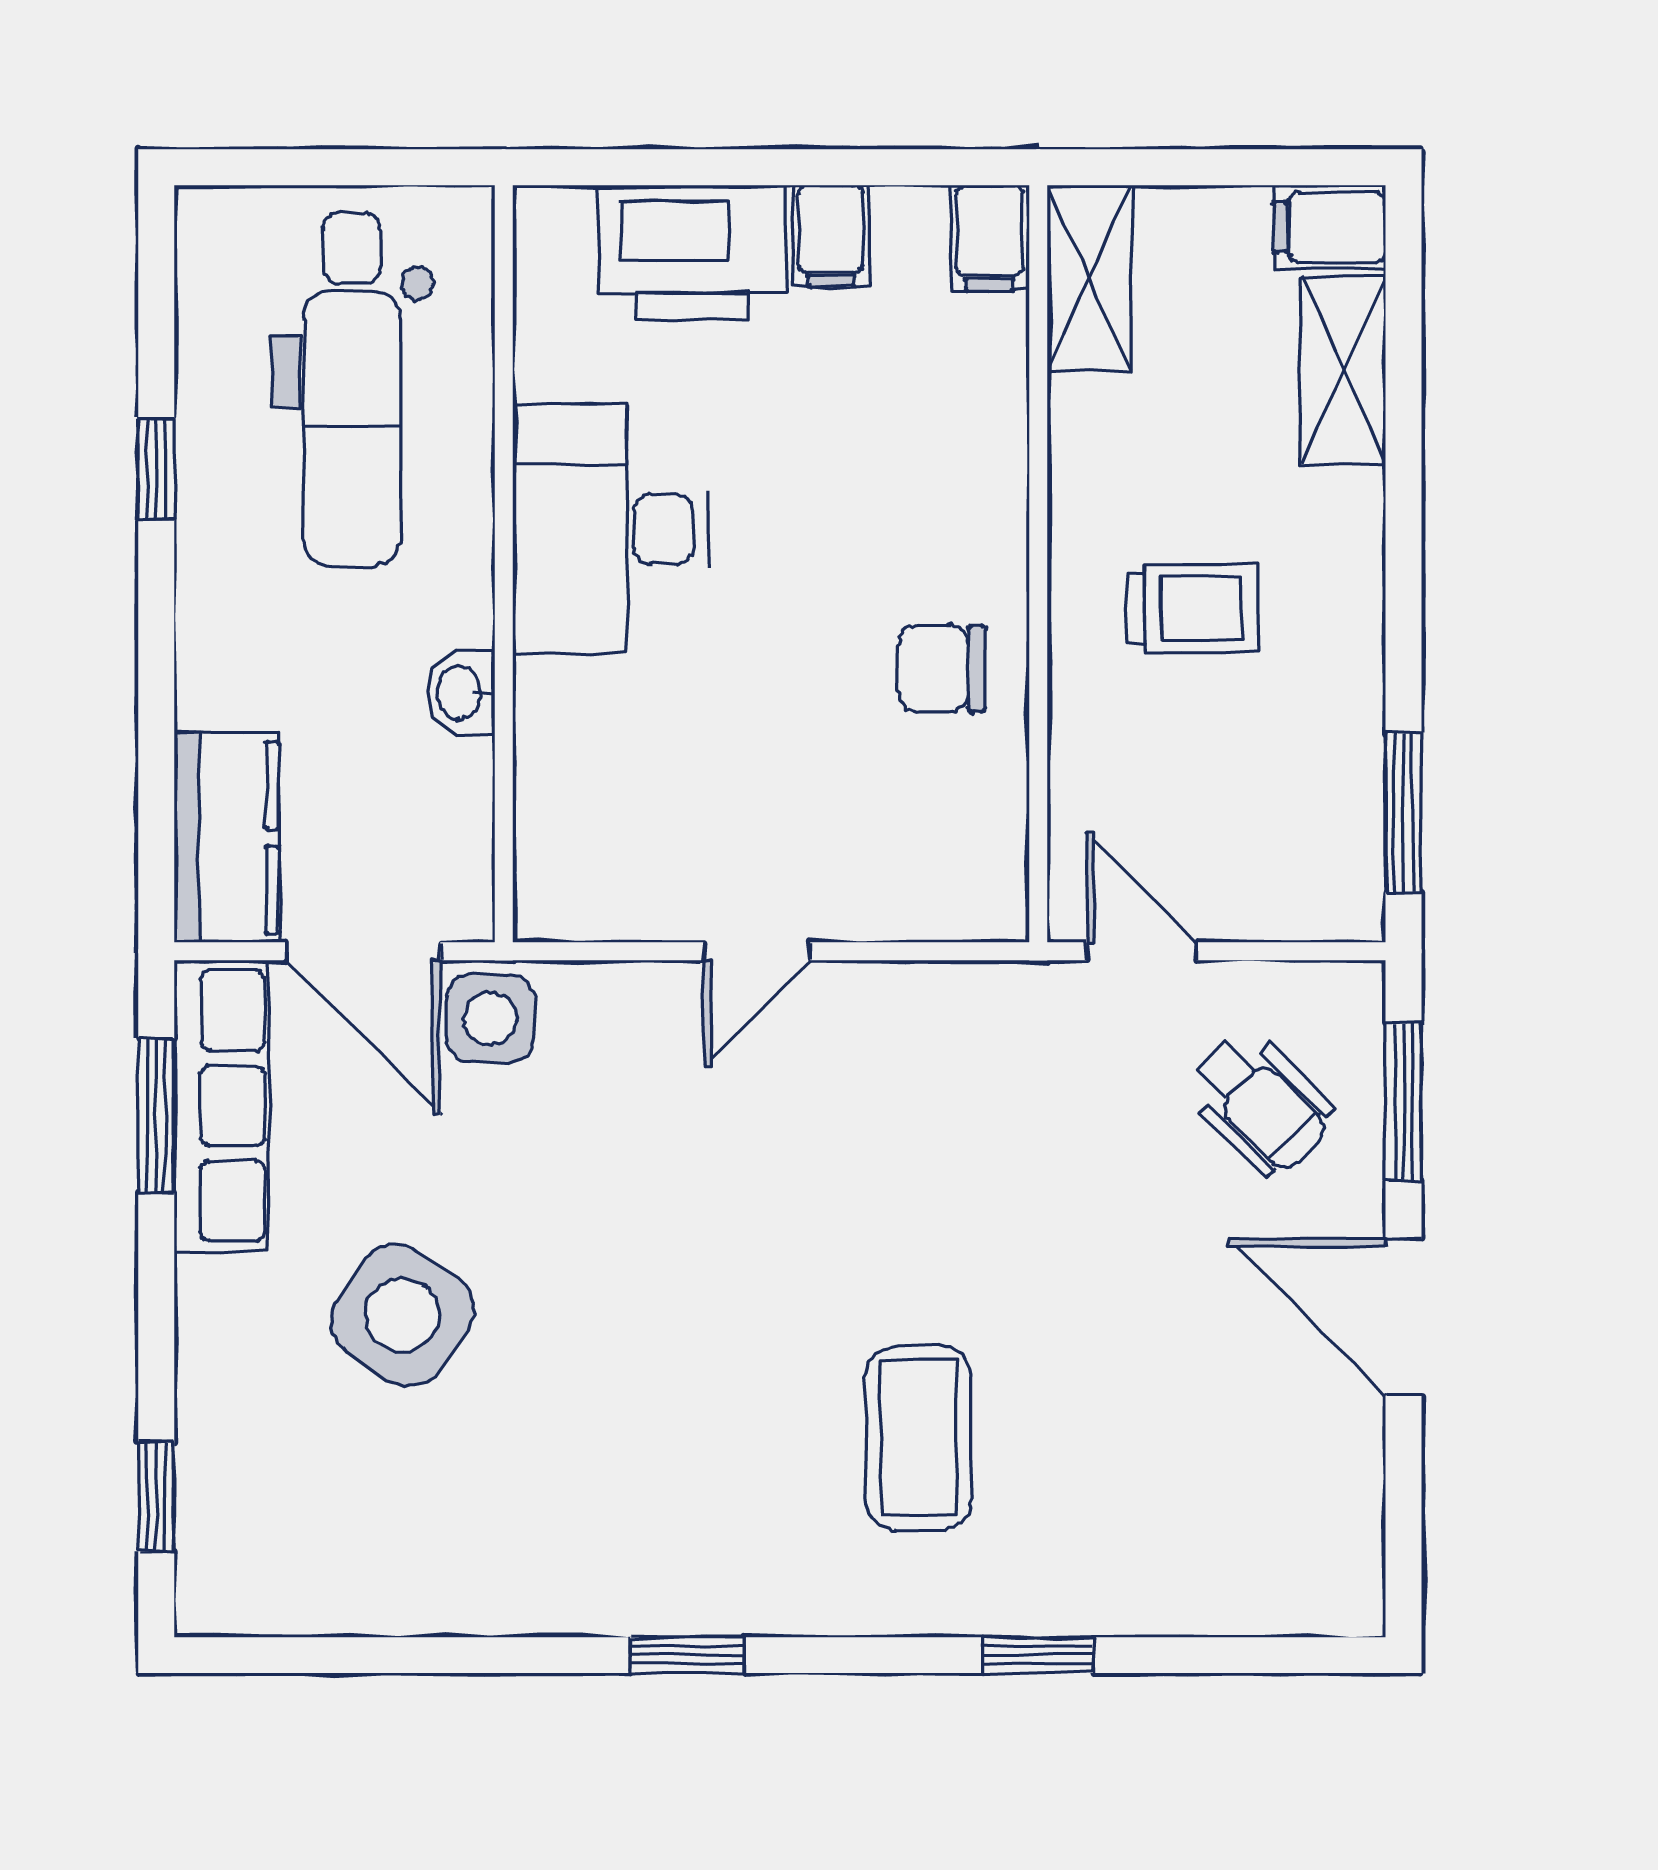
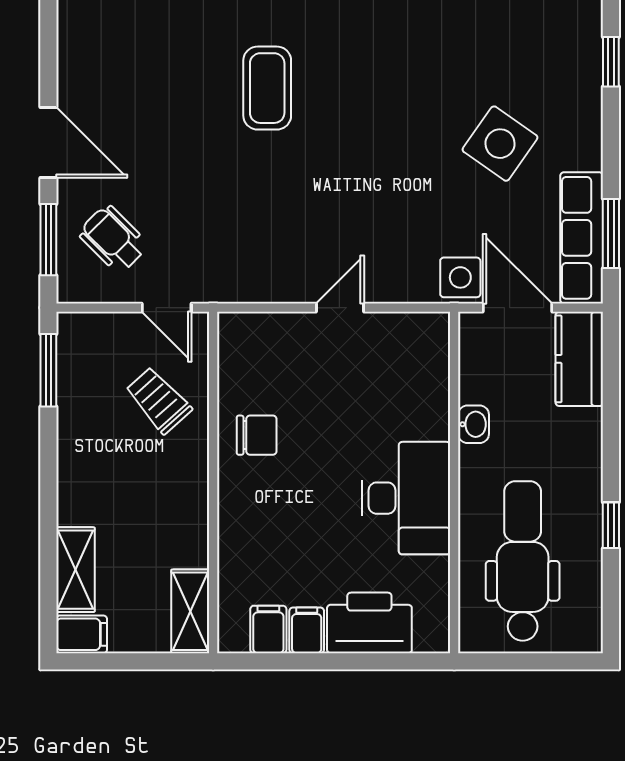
filing cabinet: (990, 238) -> (268, 629), moved
trolley: (1192, 608) -> (159, 400), moved, turned 48

